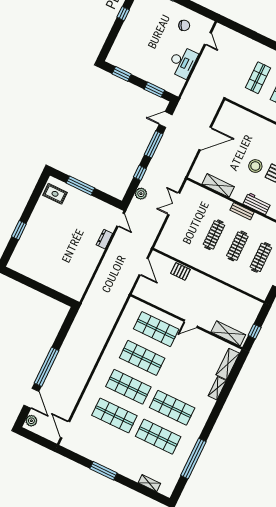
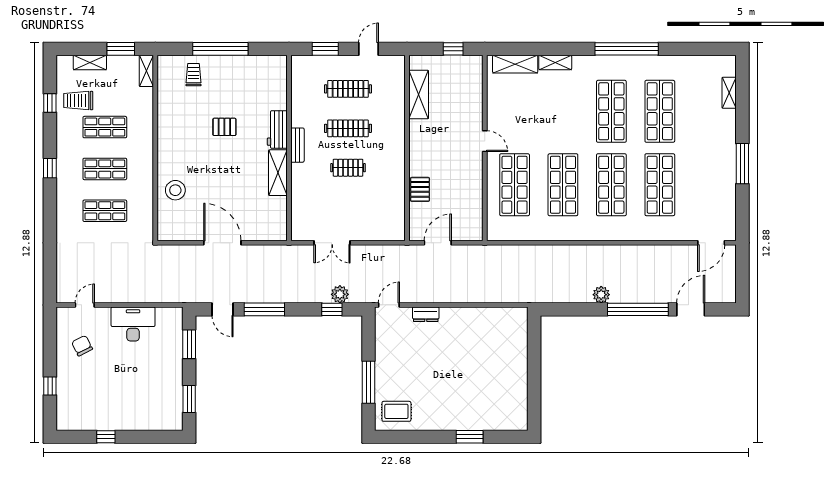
stool: (255, 166) -> (175, 190), moved
window: (140, 173) -> (332, 309), moved
shelving: (218, 185) -> (278, 173), moved
rug: (55, 194) -> (396, 411), turned 90
clothes rail: (214, 235) -> (348, 168), width x0.73
shelving: (228, 333) -> (419, 95), moved
plant: (31, 421) -> (601, 295), moved
window: (193, 459) -> (627, 49), moved

